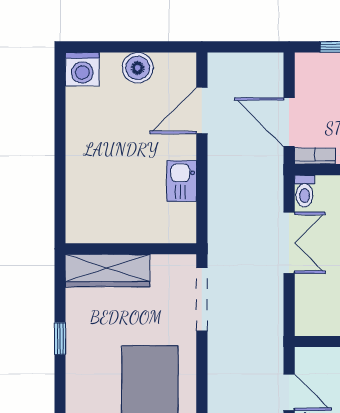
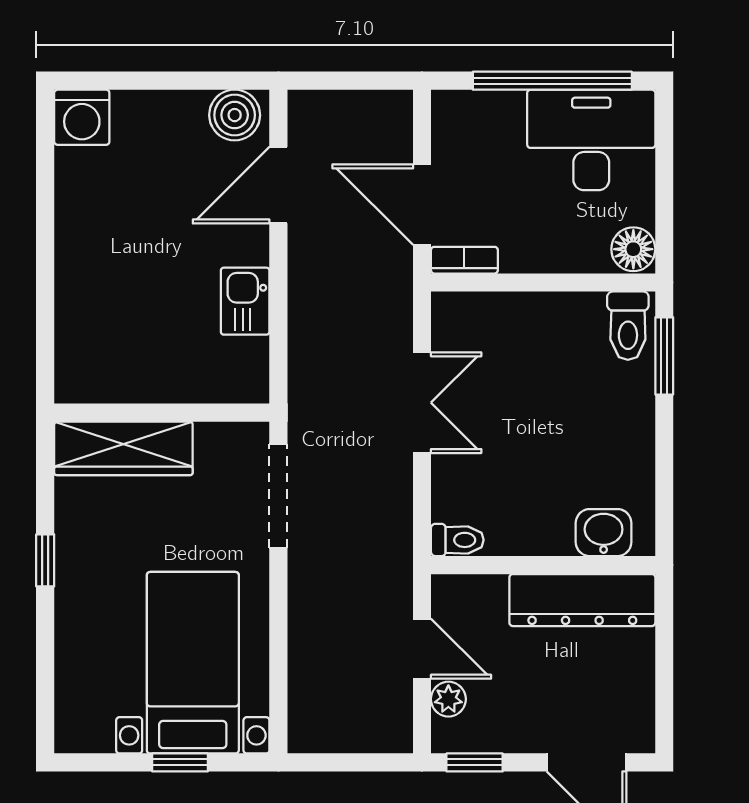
boiler: (138, 68) -> (235, 115), moved
toilet: (304, 191) -> (457, 540), moved, turned -90

